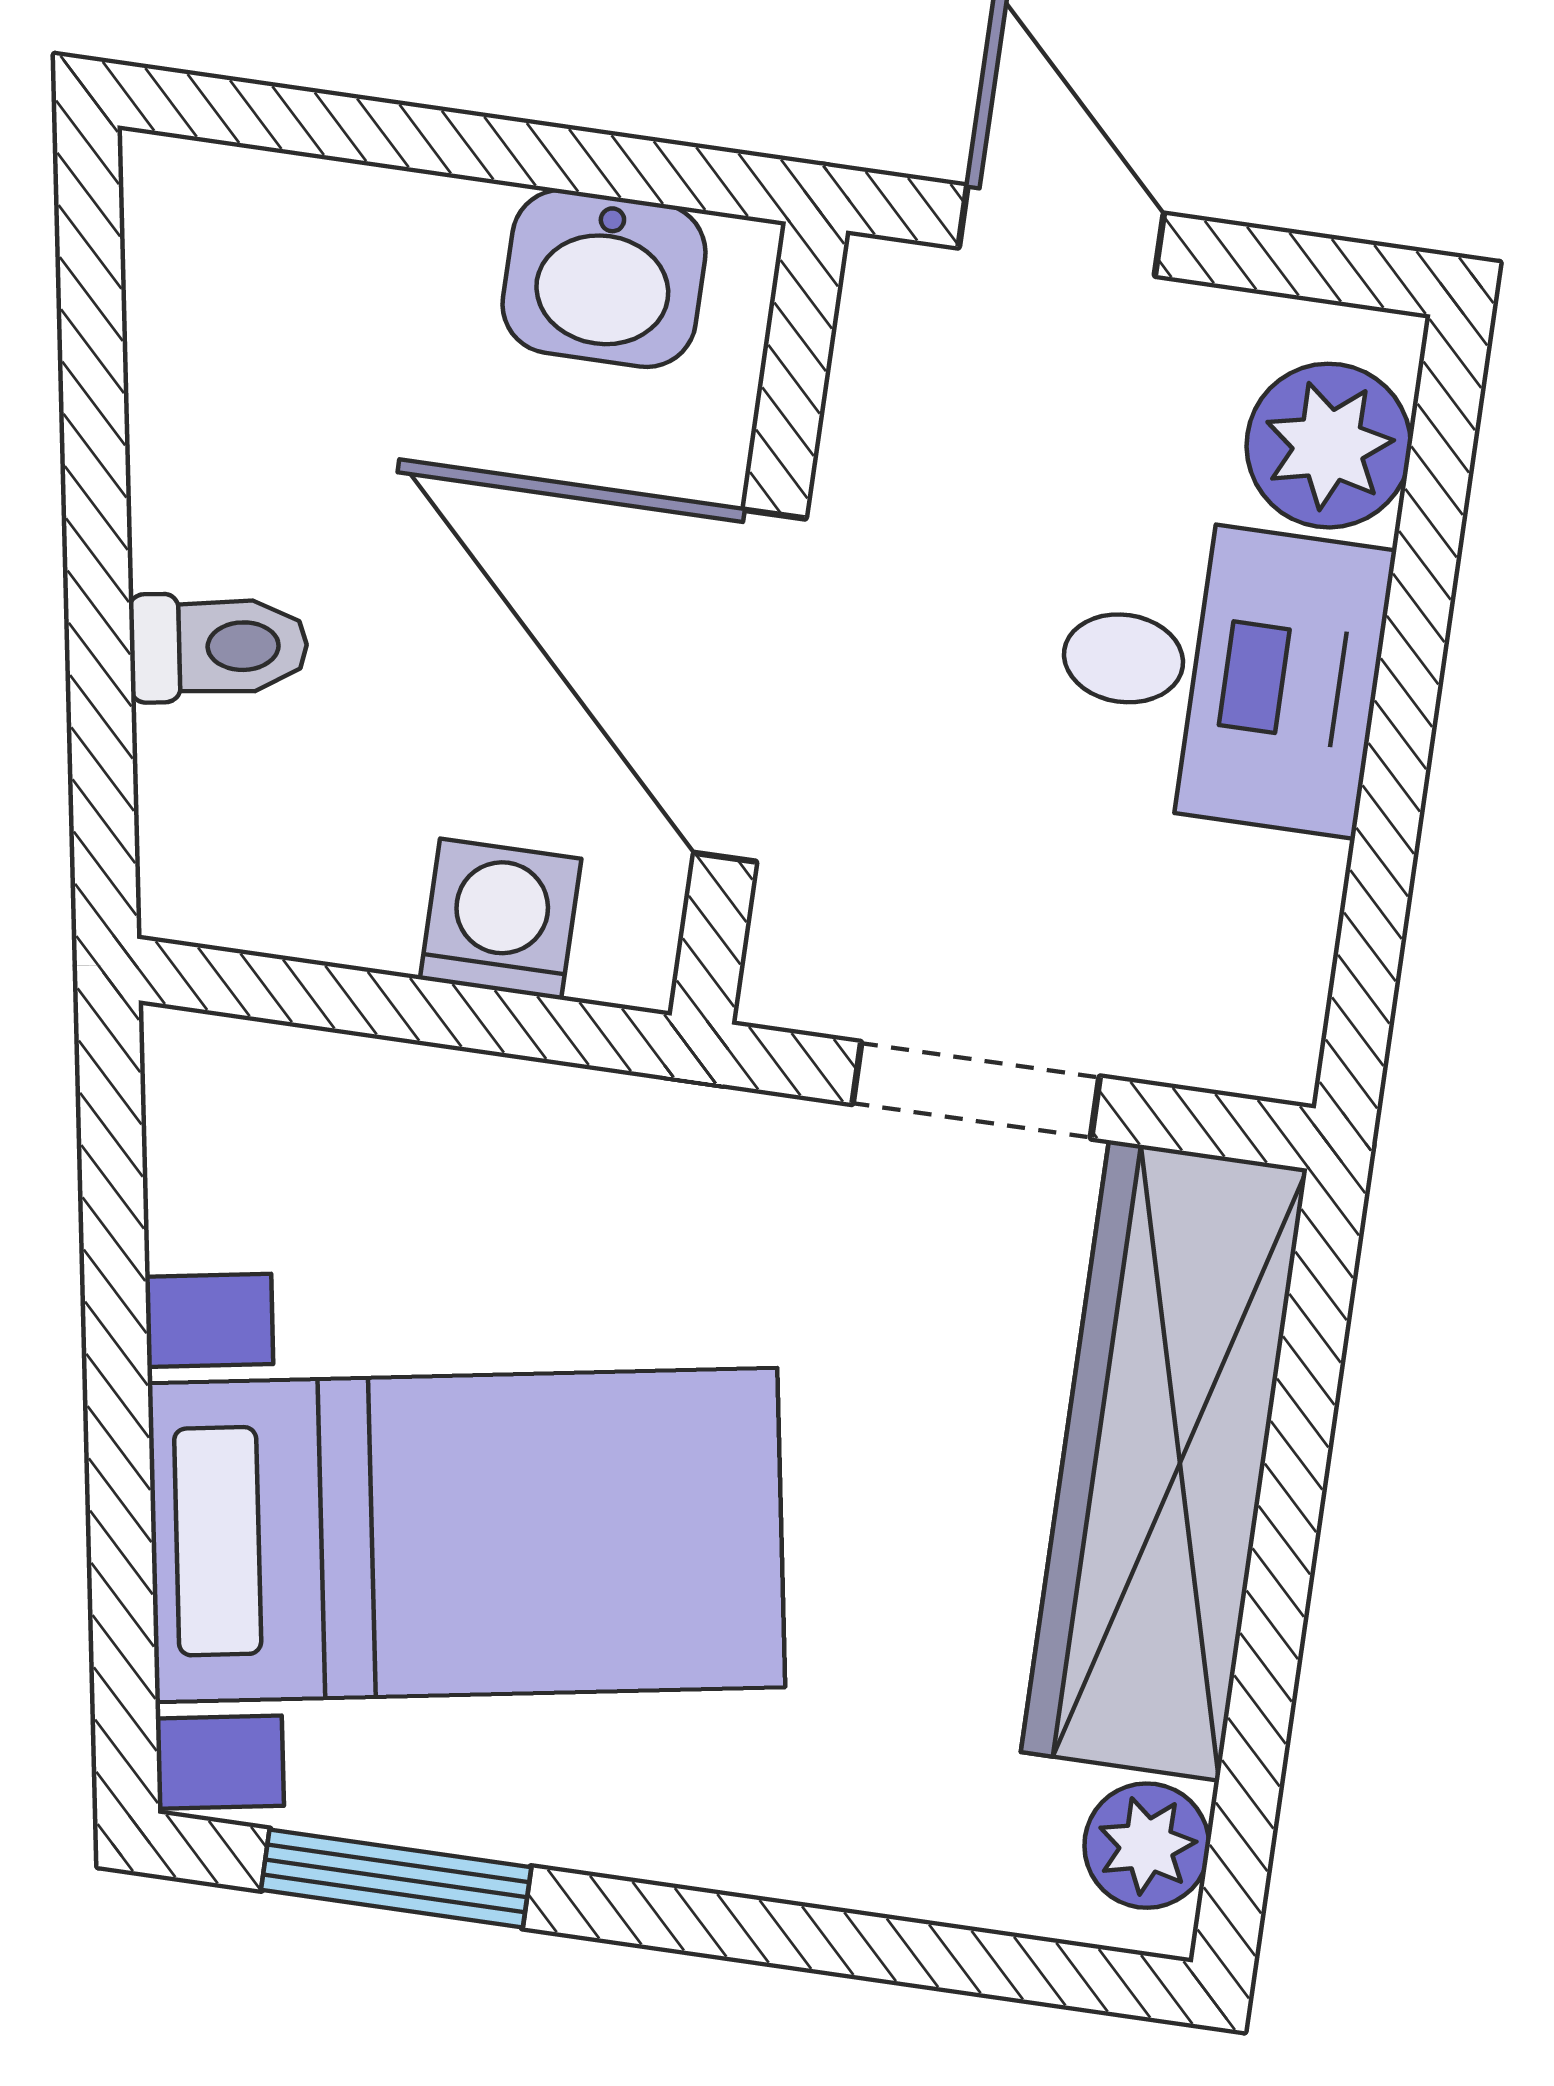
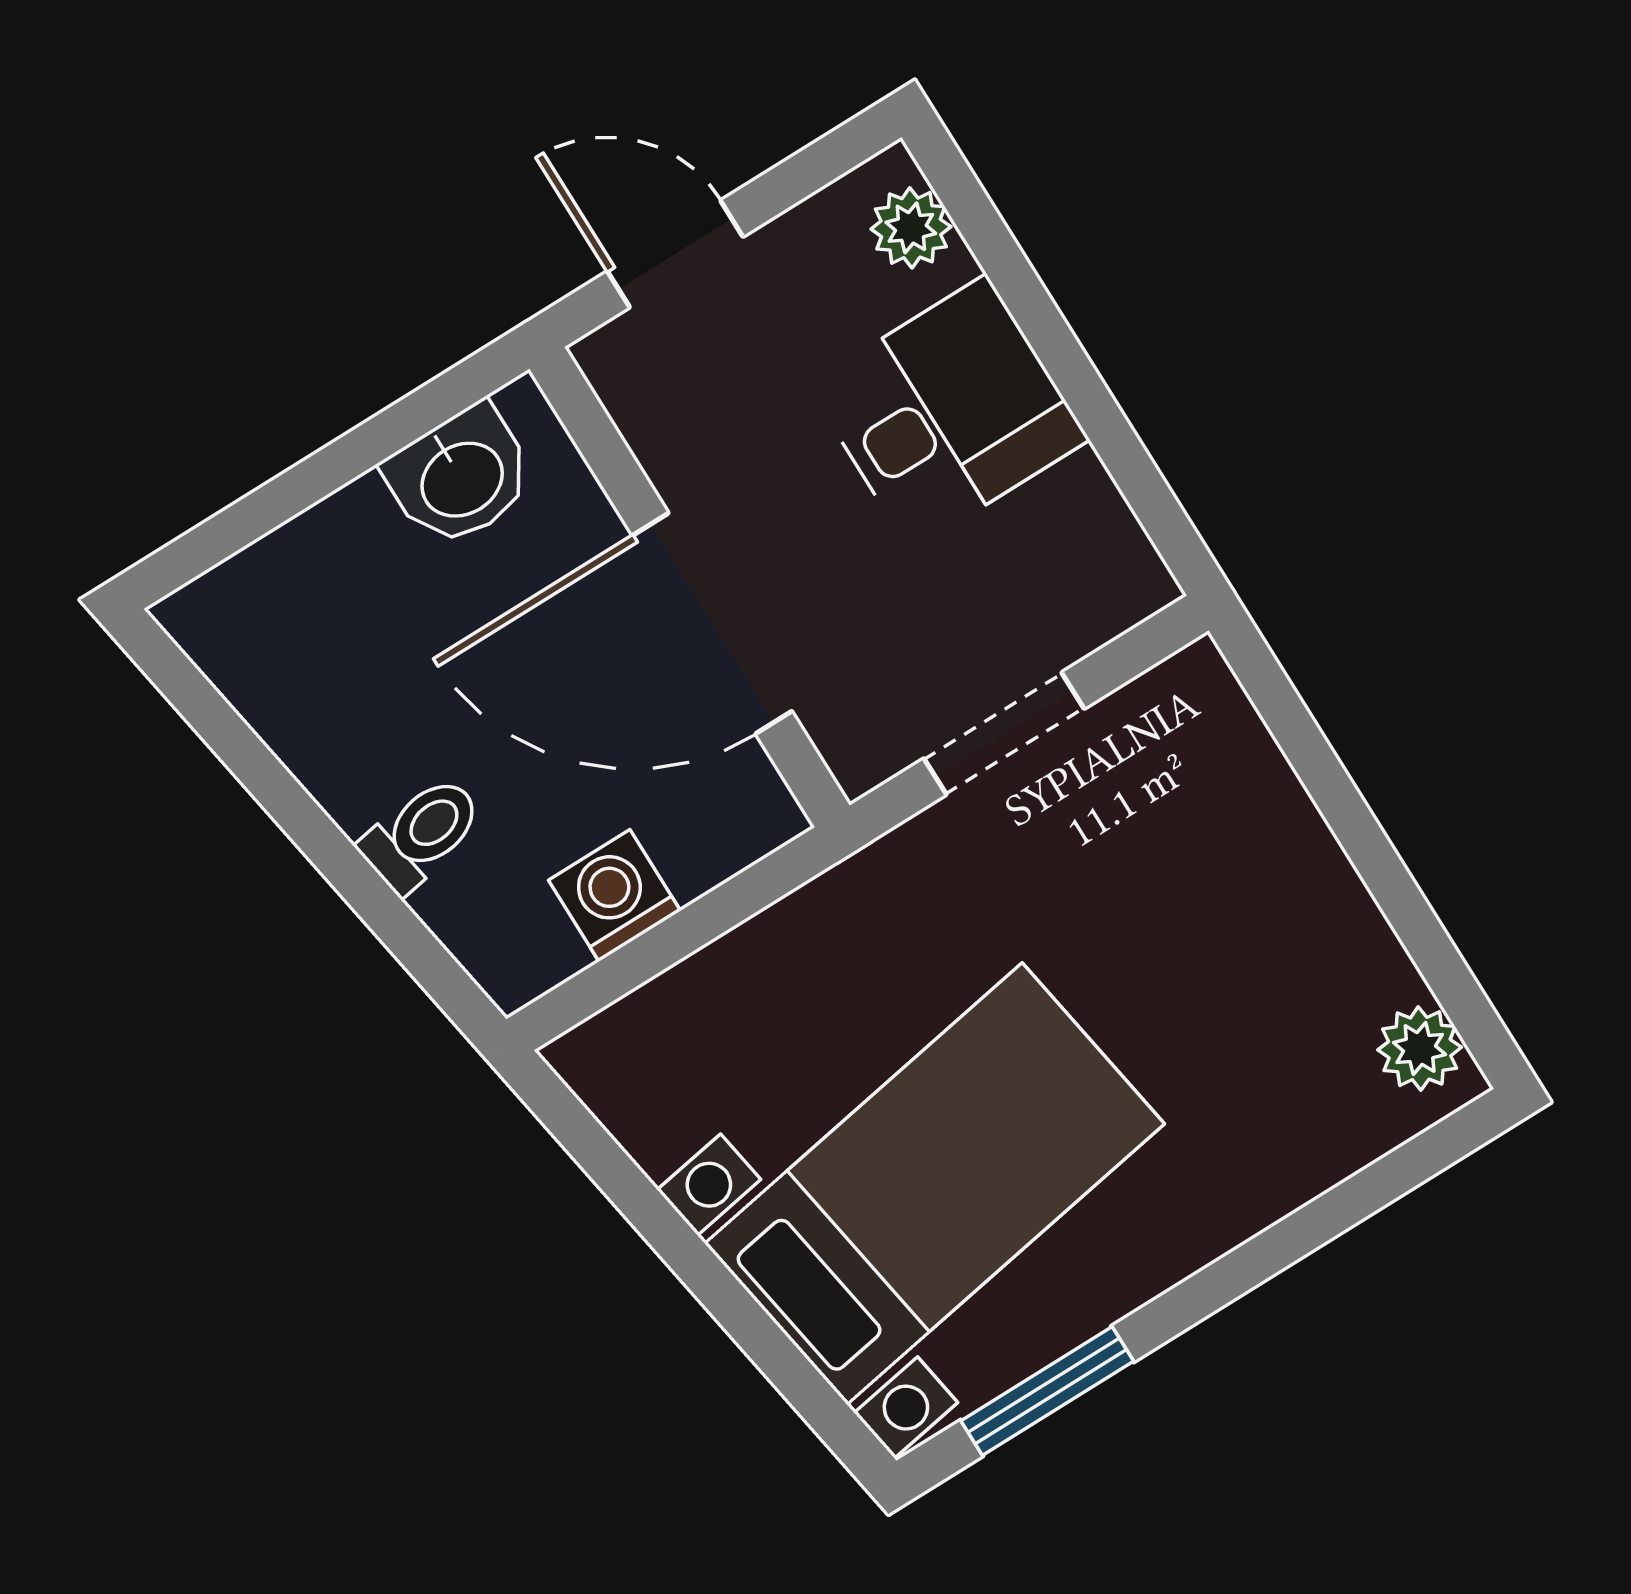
plant: (1329, 446) -> (911, 228), width x0.73, depth x0.73
washing machine: (501, 919) -> (614, 895), moved
wardrobe: (1164, 1460) -> (1261, 843), removed

